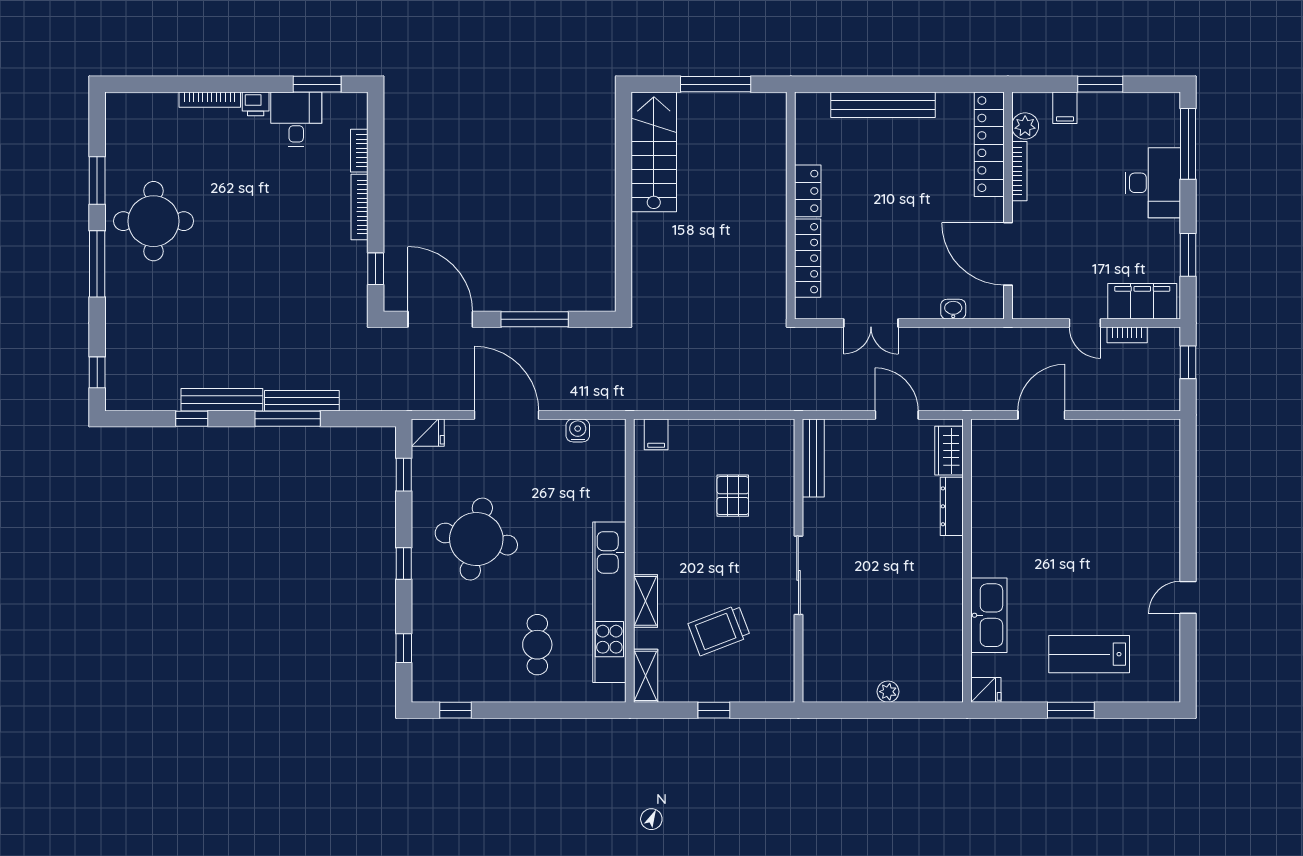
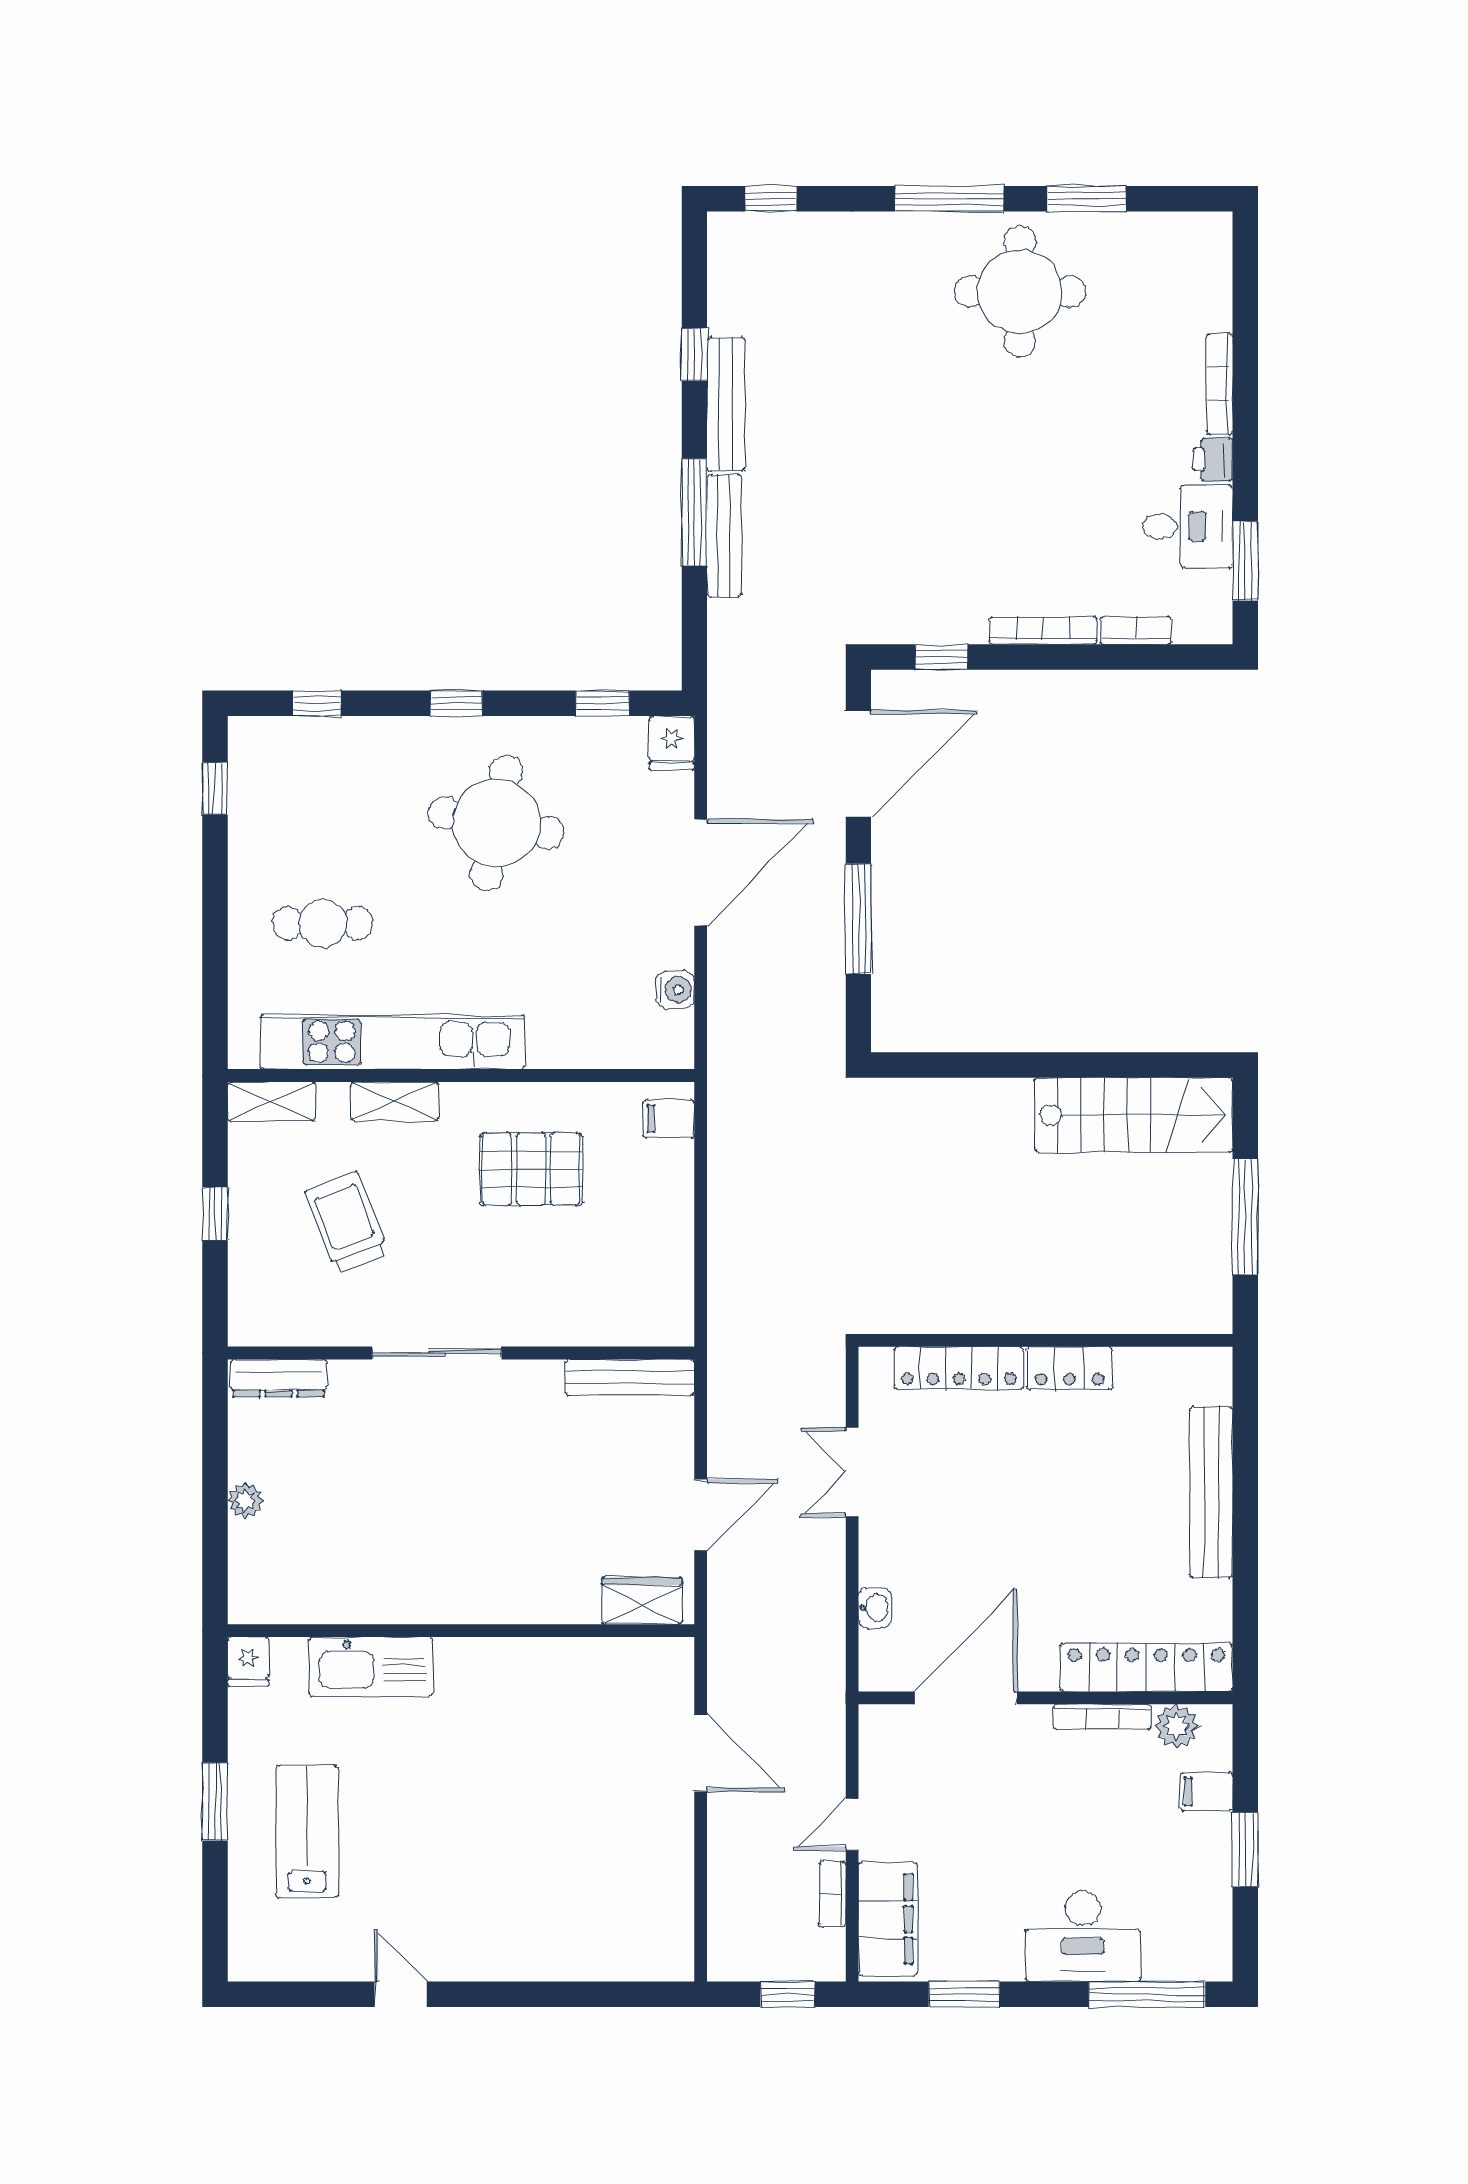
pallet: (733, 496) -> (531, 1169), moved, width x1.50, depth x1.42
dresser: (952, 506) -> (279, 1378), moved, turned 180

